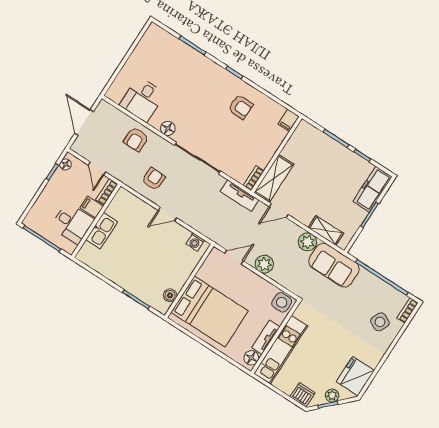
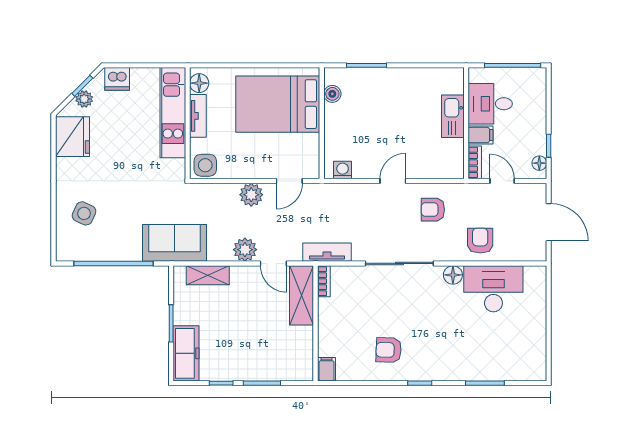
desk: (142, 99) -> (493, 289), width x1.37
armchair: (153, 179) -> (433, 210), turned 88
door: (279, 211) -> (273, 263), swing flipped
plant: (307, 242) -> (245, 250), moved
bookcase: (408, 310) -> (62, 246), removed

